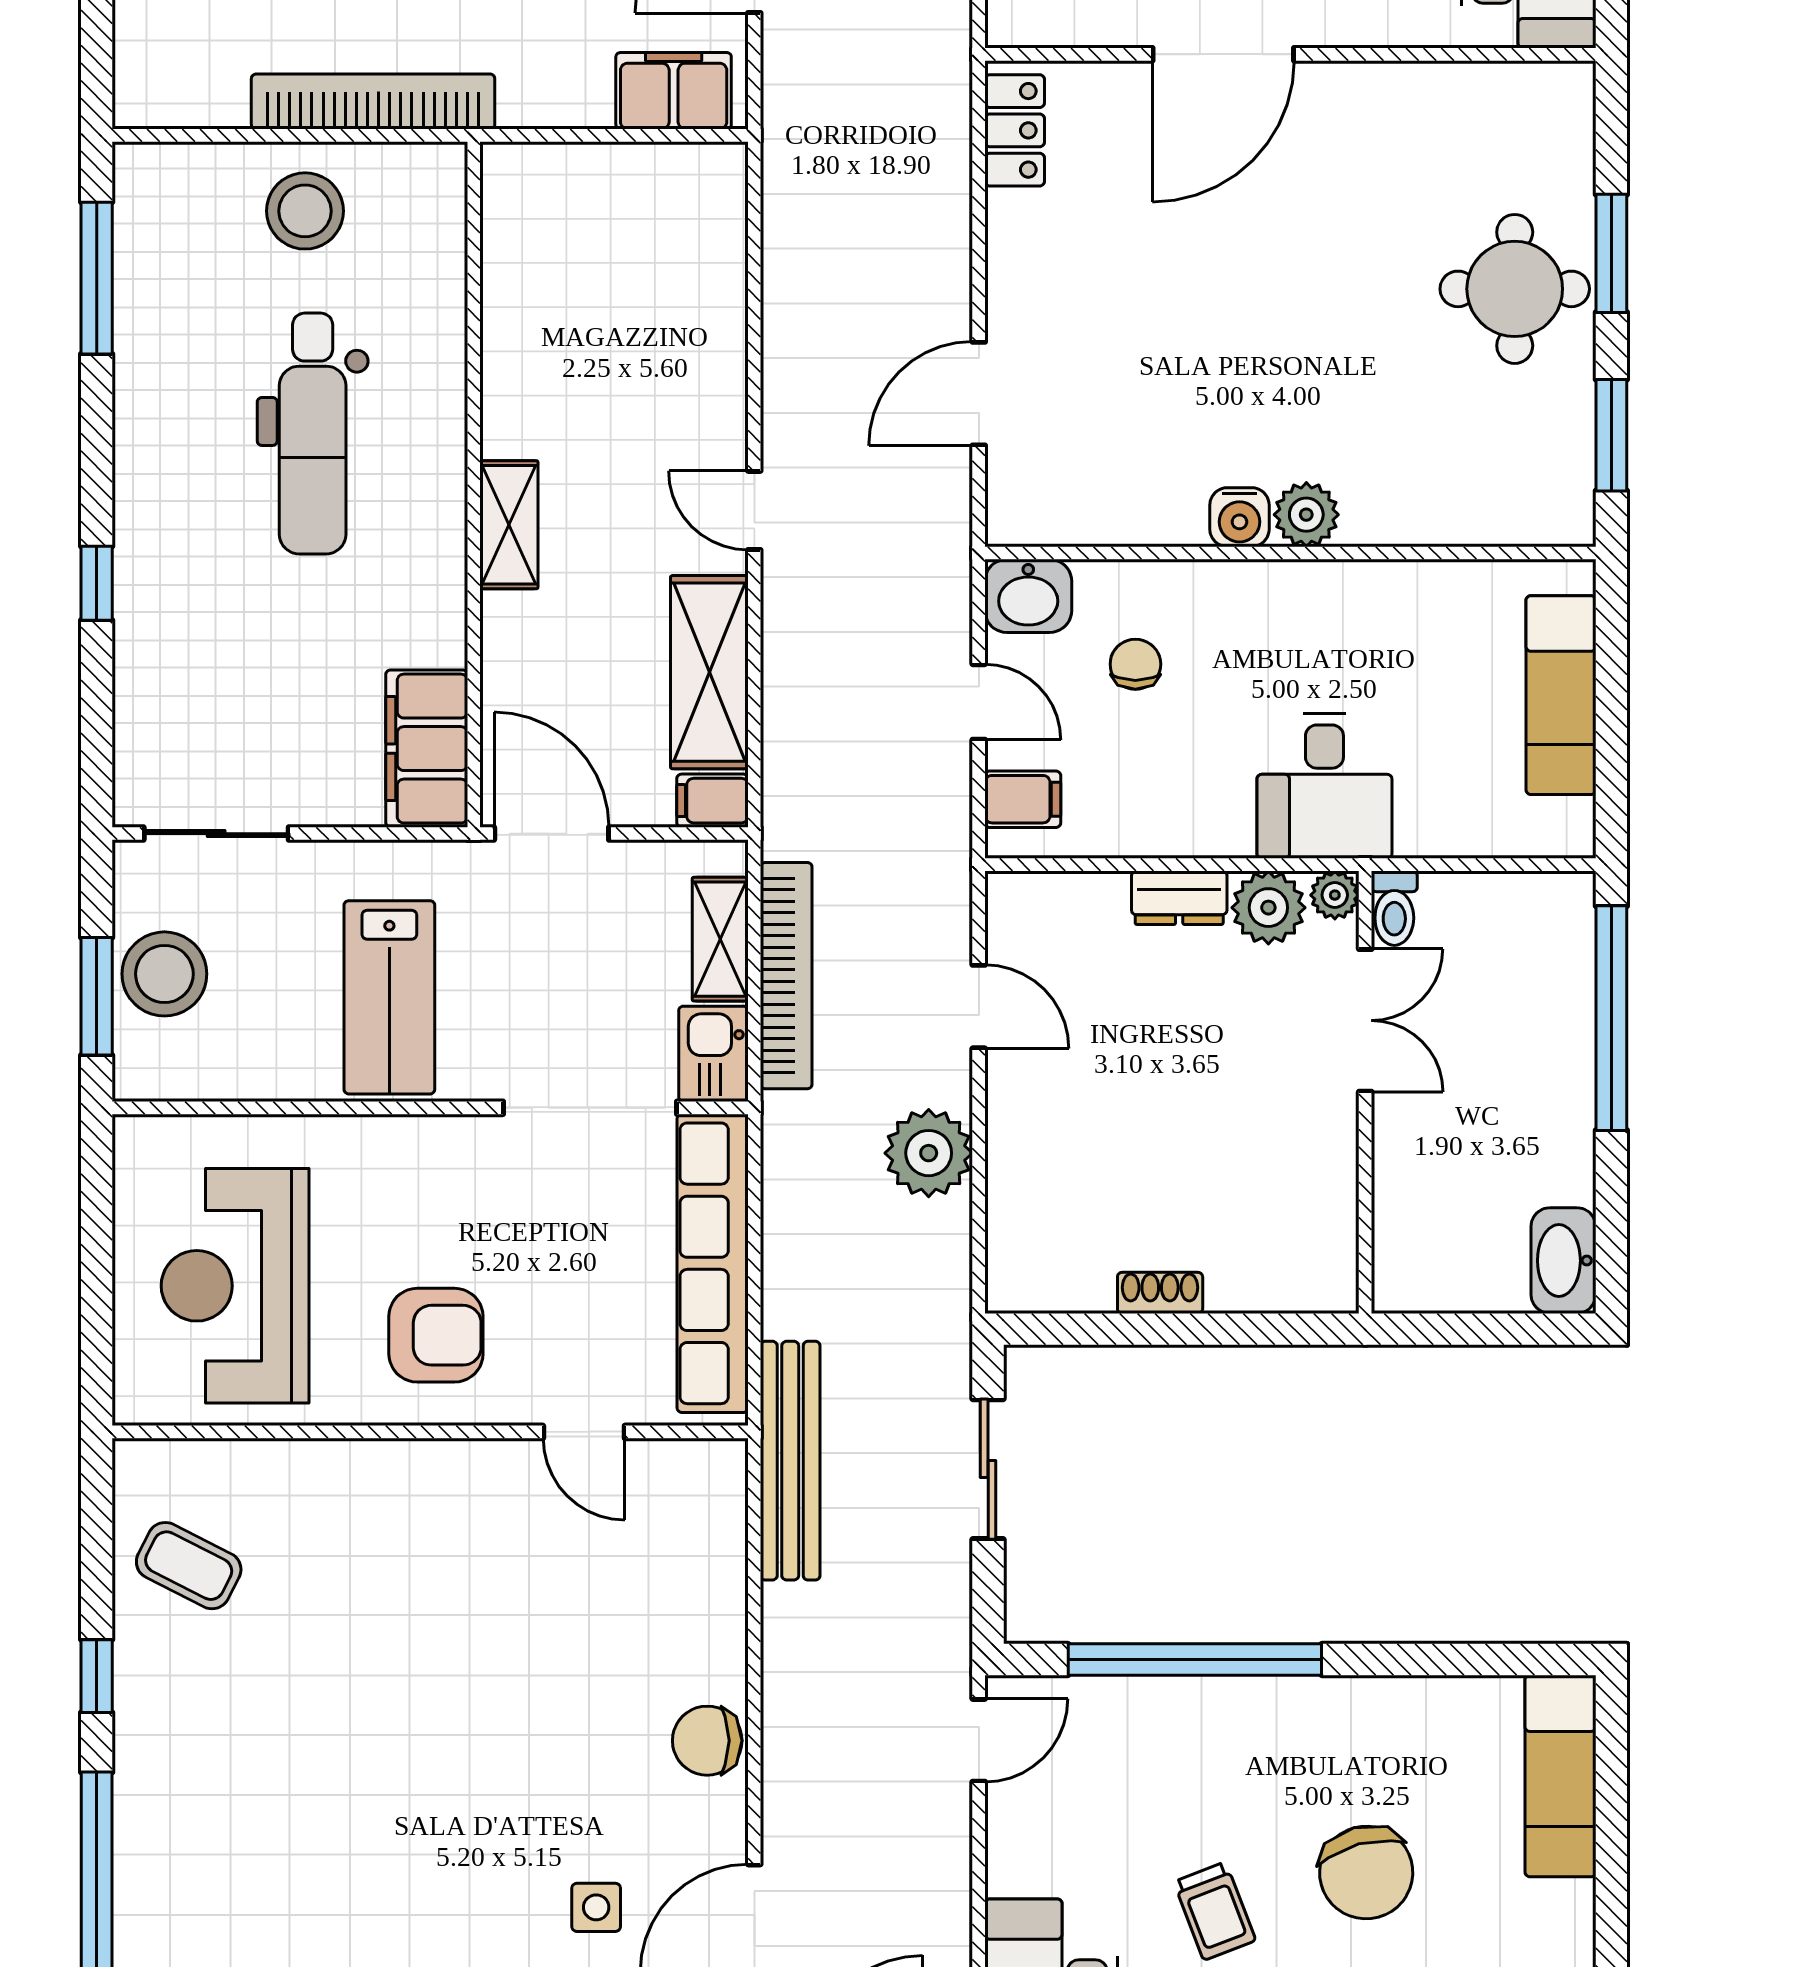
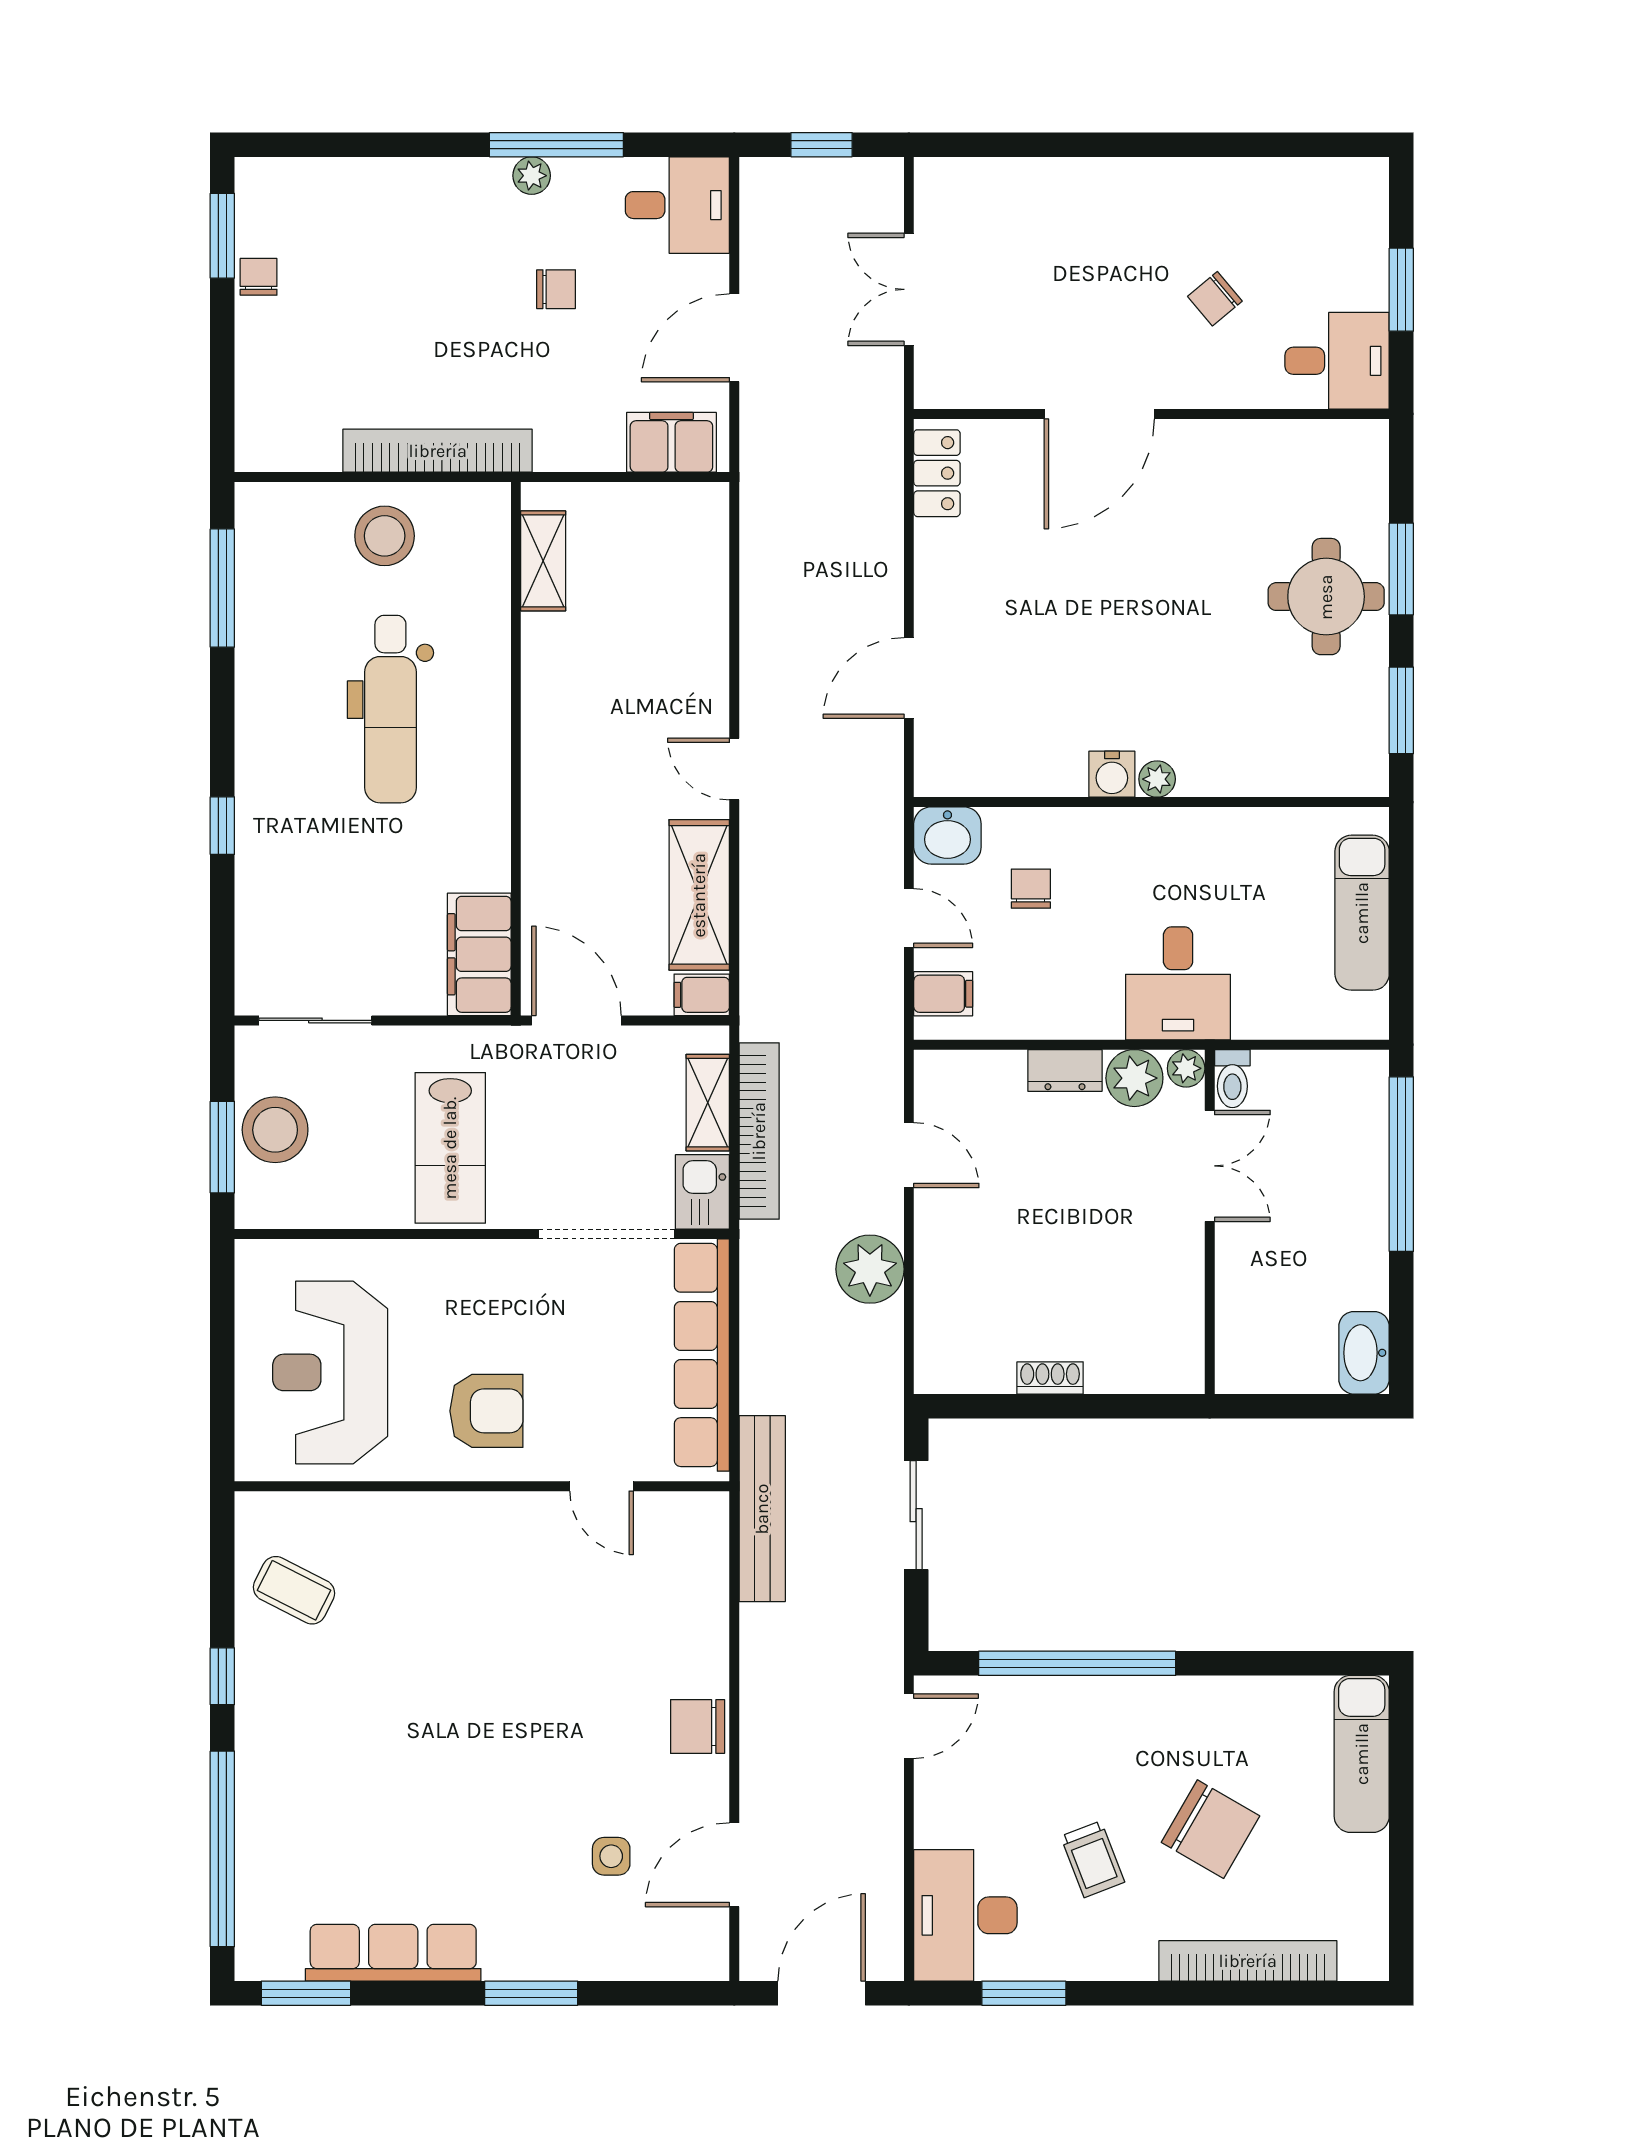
plant: (1306, 515) -> (1157, 779), width x0.73, depth x0.73
shelving: (509, 525) -> (543, 561), moved
chair: (1366, 1873) -> (1211, 1829), turned -45

